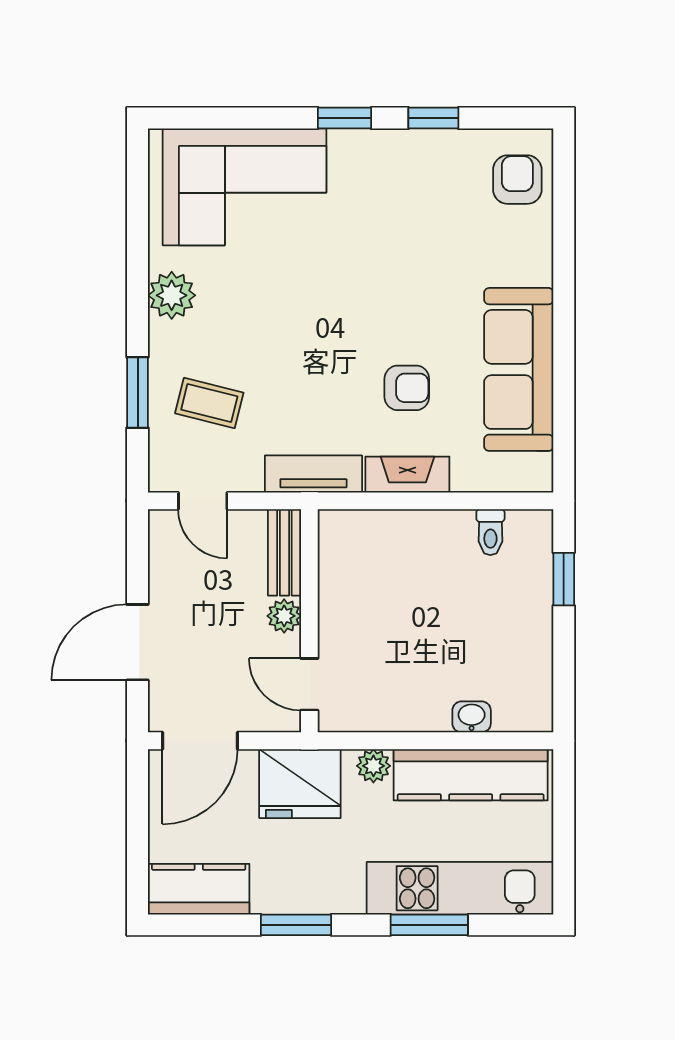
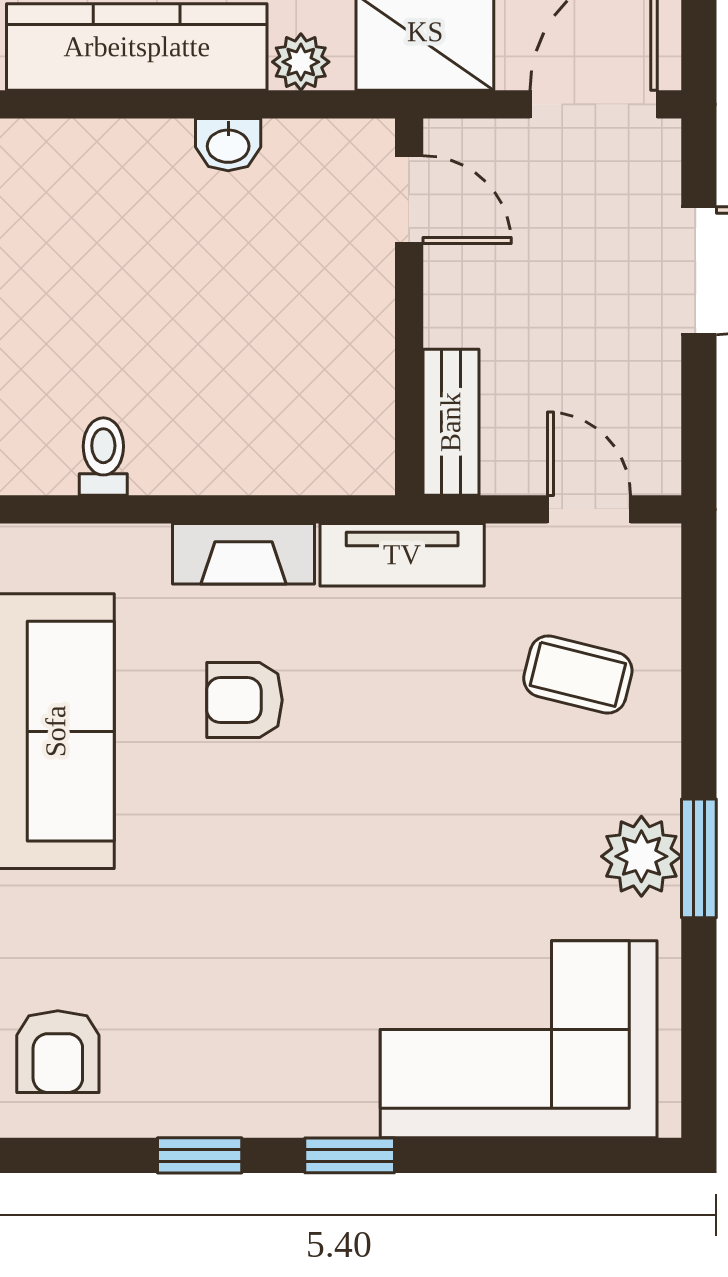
window: (138, 392) -> (699, 858), moved
plant: (284, 616) -> (452, 315), removed
washbasin: (472, 717) -> (228, 145), moved

